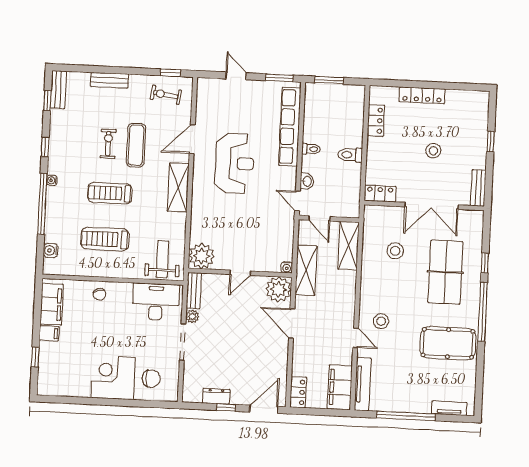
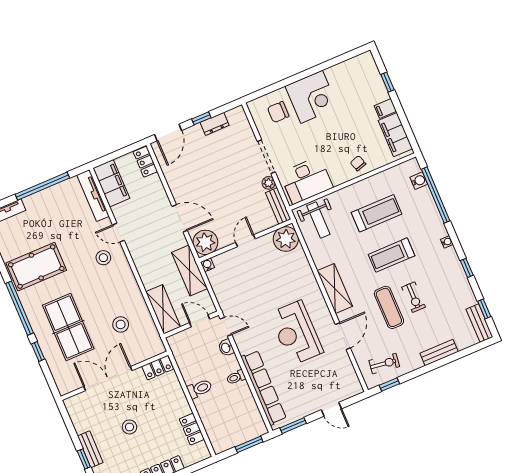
bench: (478, 188) -> (90, 449), moved
treadmill: (110, 193) -> (392, 255), turned 180
window: (42, 204) -> (436, 195), moved

